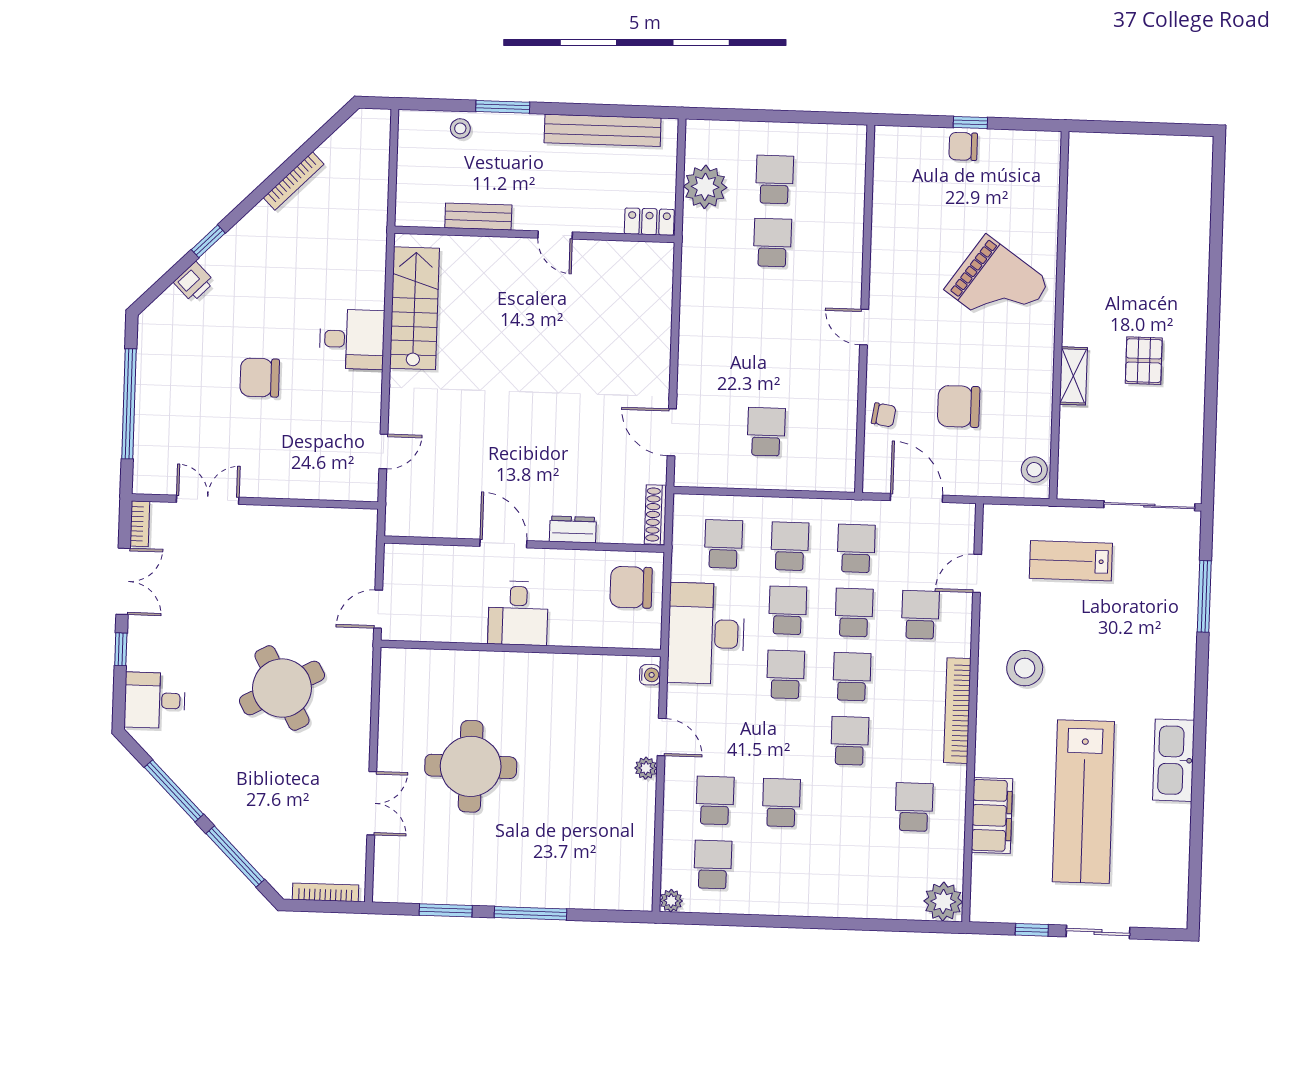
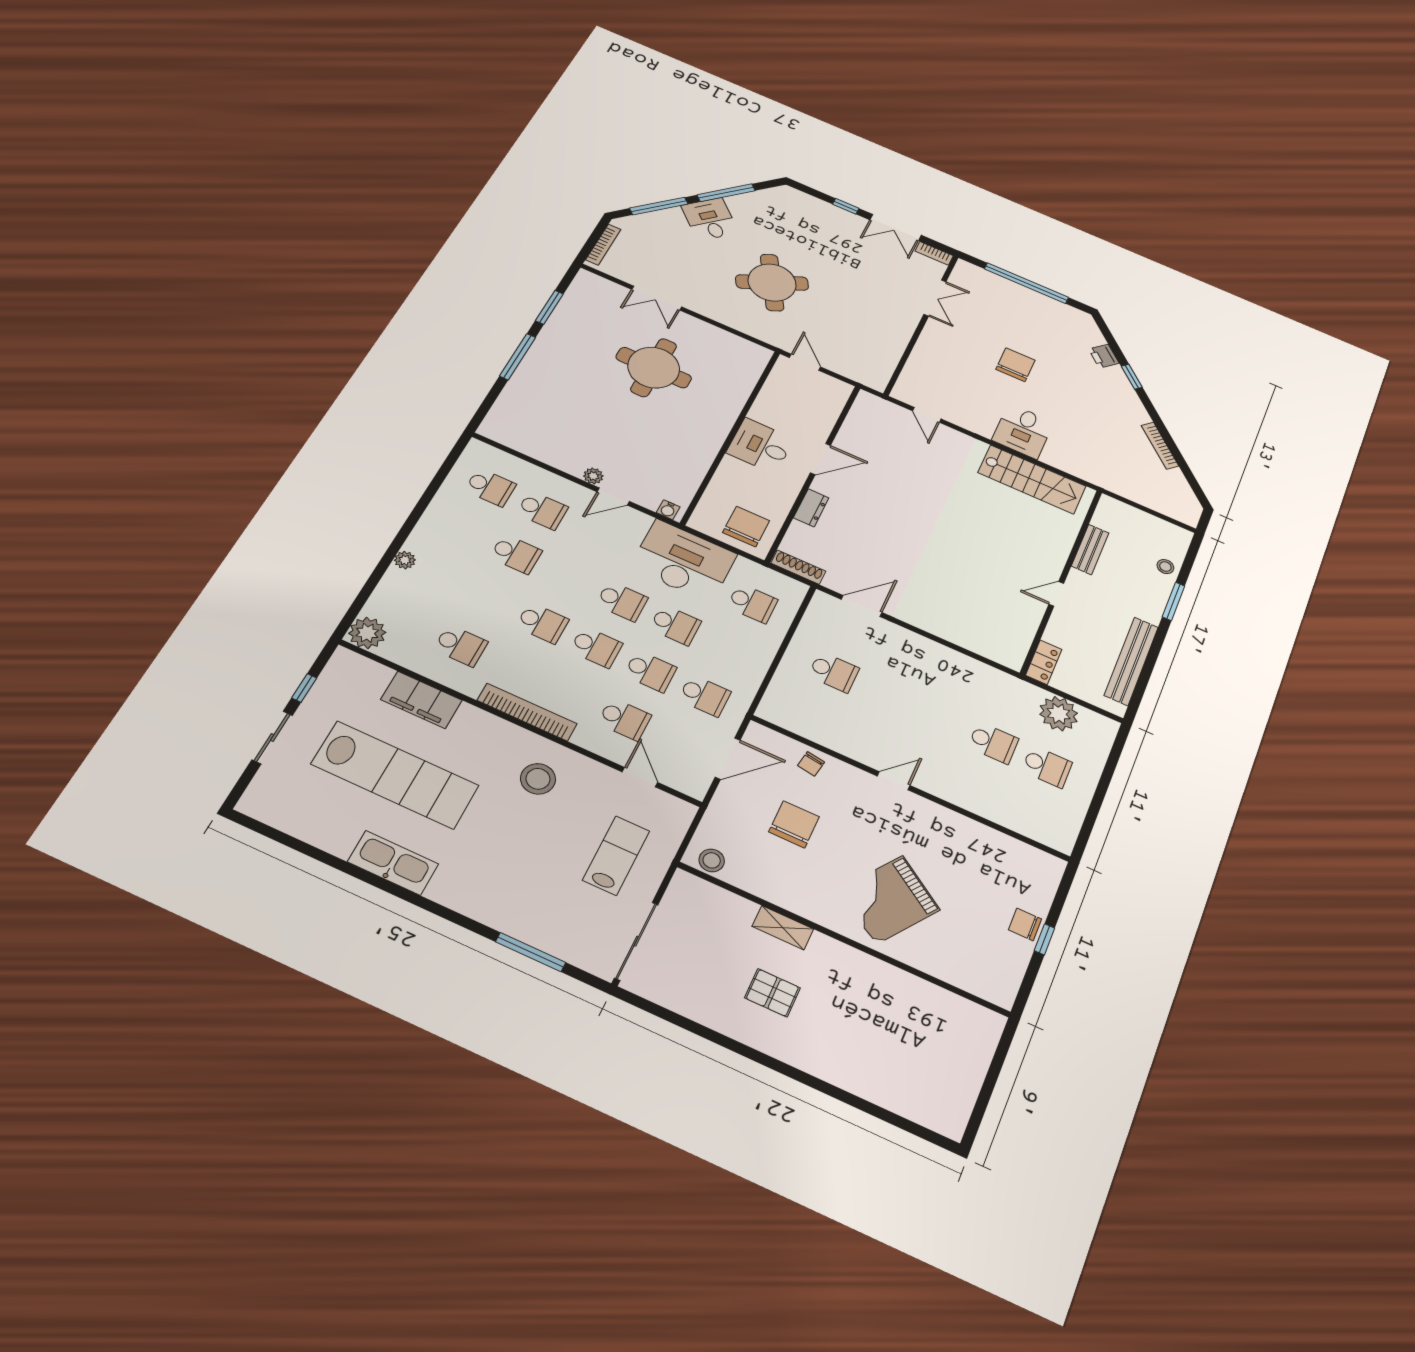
chair: (963, 146) -> (1025, 924), turned -90
school desk: (790, 546) -> (729, 649), removed
desk: (155, 700) -> (710, 219), moved, turned -45
lab bench: (1083, 802) -> (395, 775), turned 180
plant: (671, 901) -> (405, 560), moved

